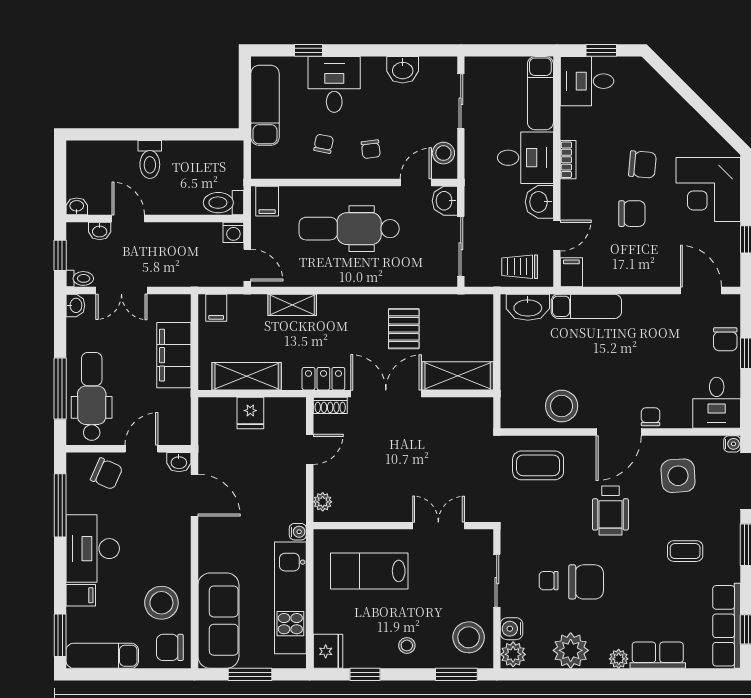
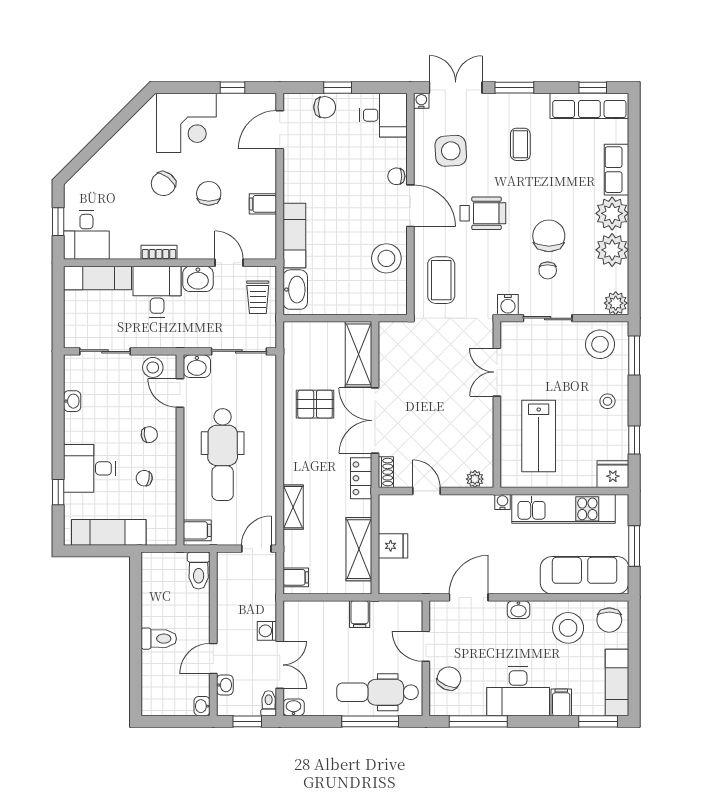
washbasin: (403, 70) -> (72, 401), width x0.72, depth x0.69
chair: (642, 164) -> (163, 184), turned -147
washing machine: (233, 232) -> (267, 631), moved, turned 180
filing cabinet: (571, 272) -> (263, 204), moved
filing cabinet: (174, 355) -> (360, 614), width x0.33, depth x0.86
washbasin: (179, 462) -> (518, 610), moved, turned 90
water cooler: (512, 629) -> (508, 305), moved
plant: (619, 659) -> (612, 213), width x1.88, depth x1.88

